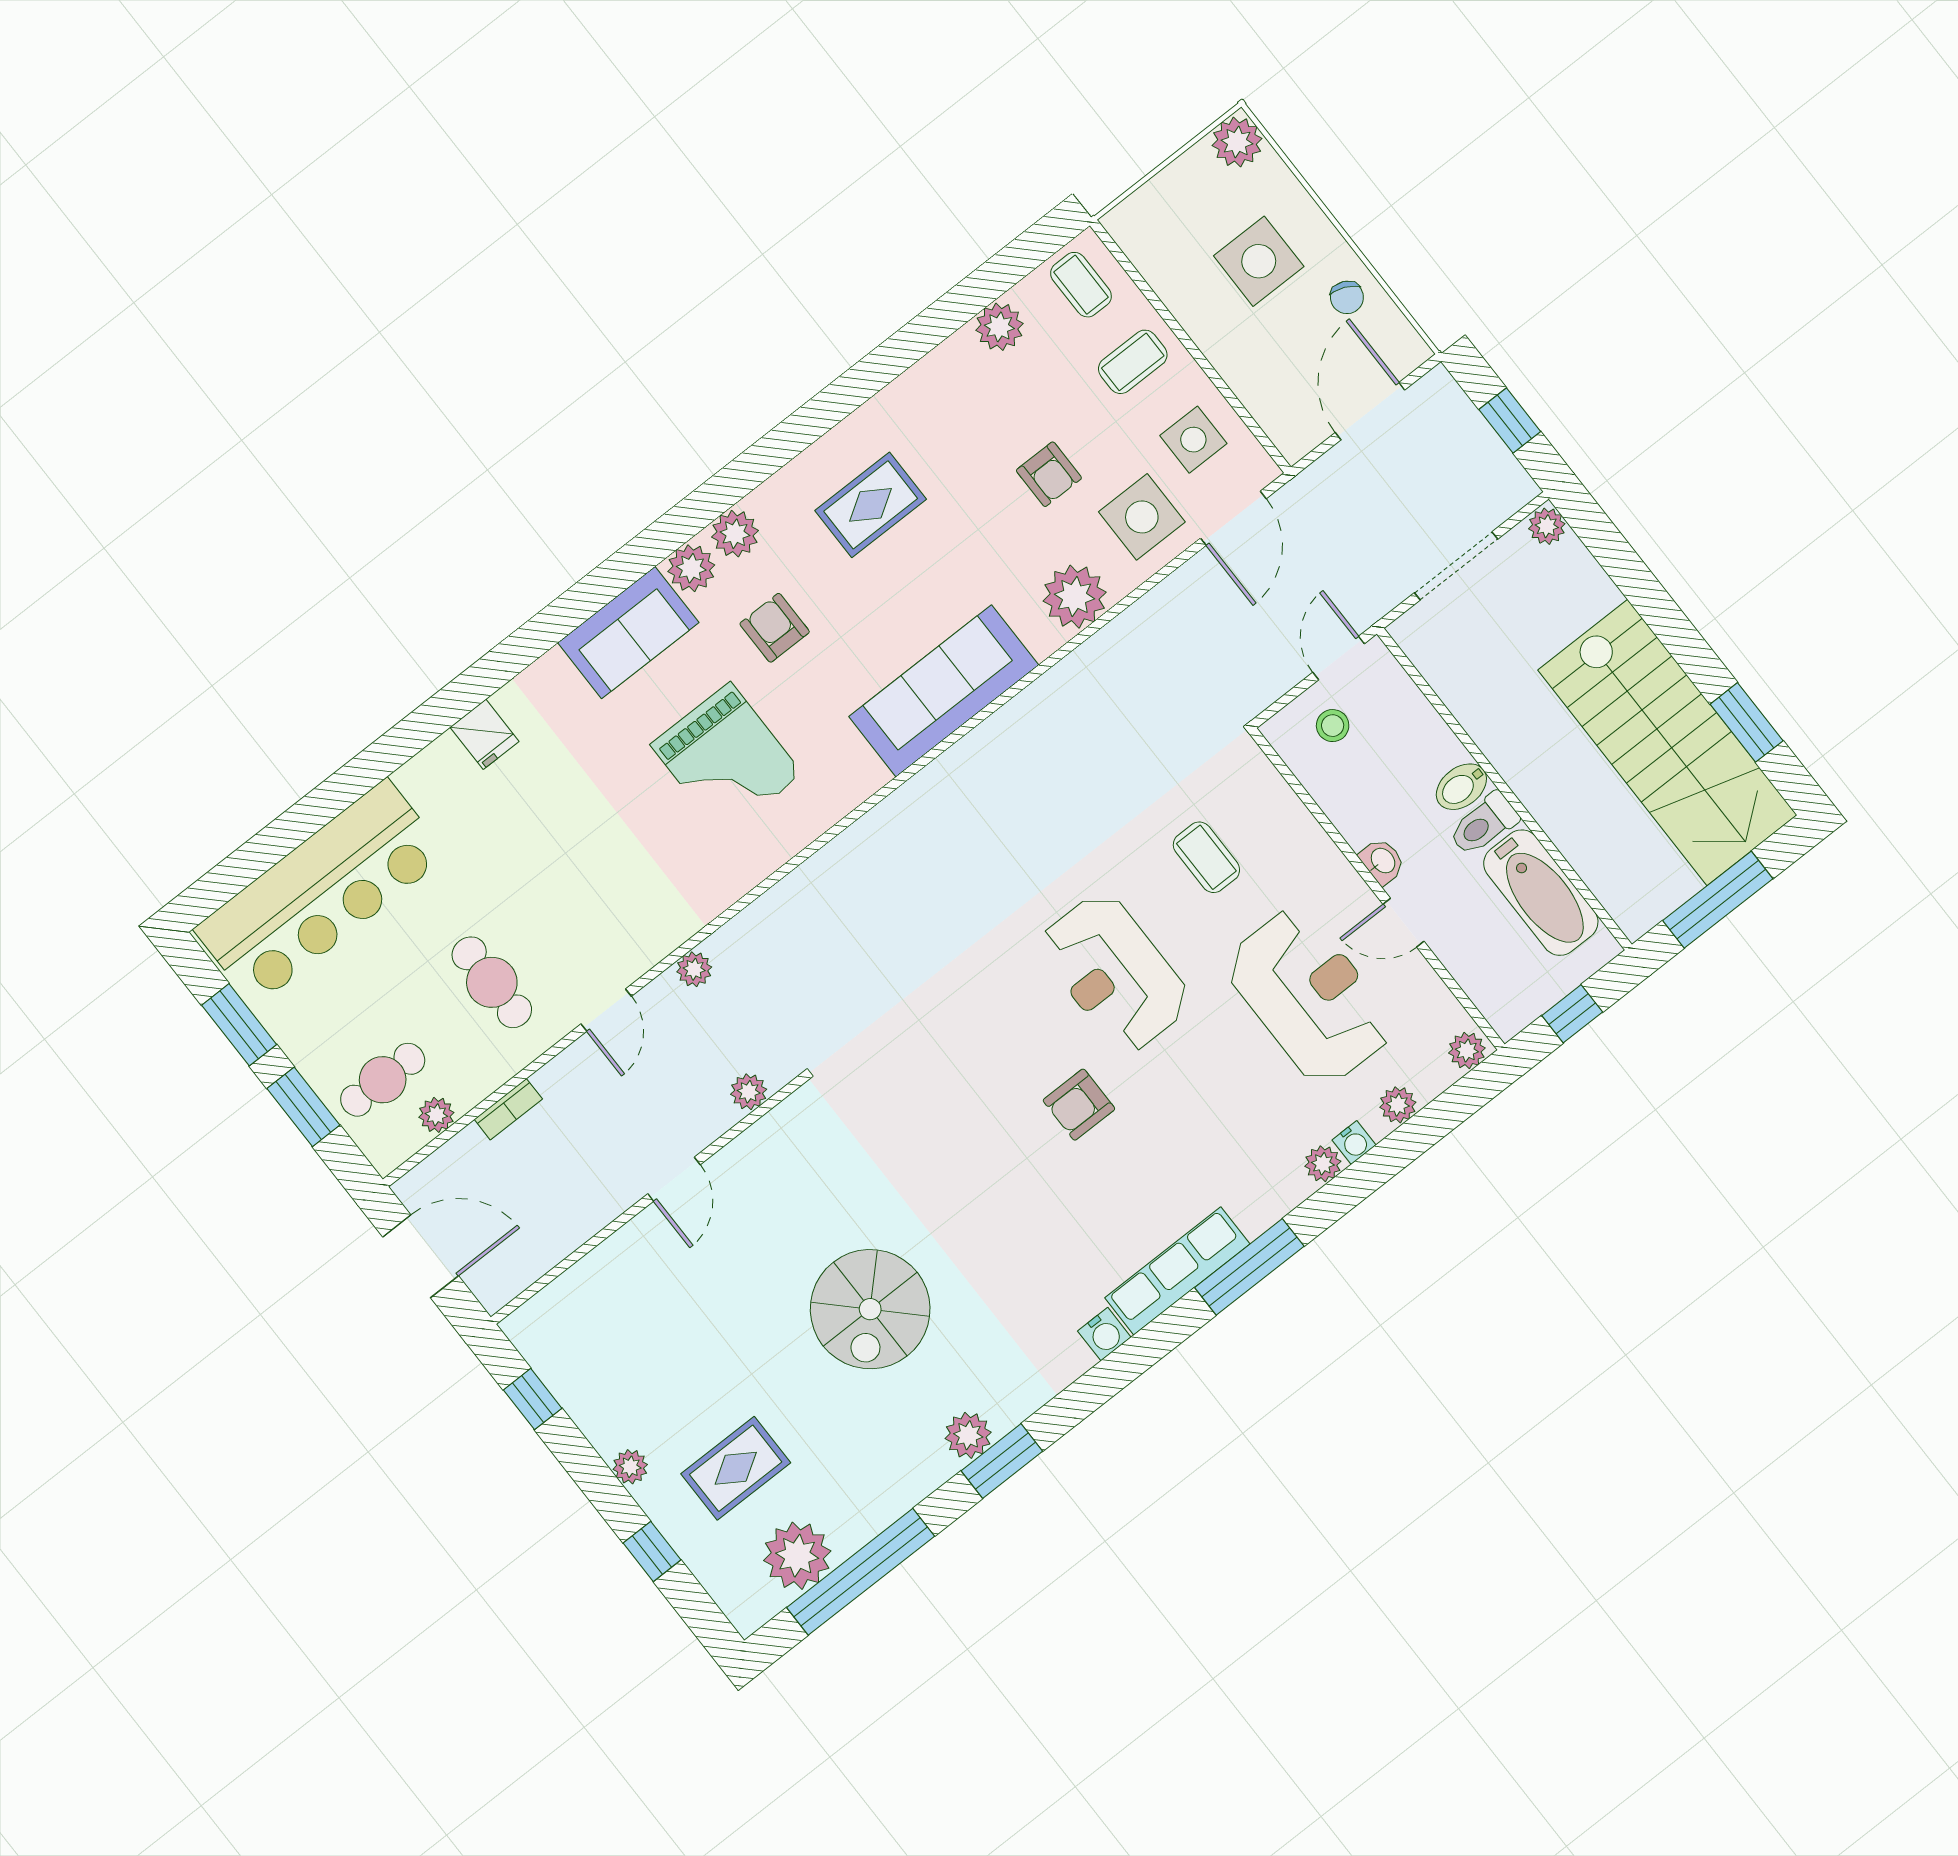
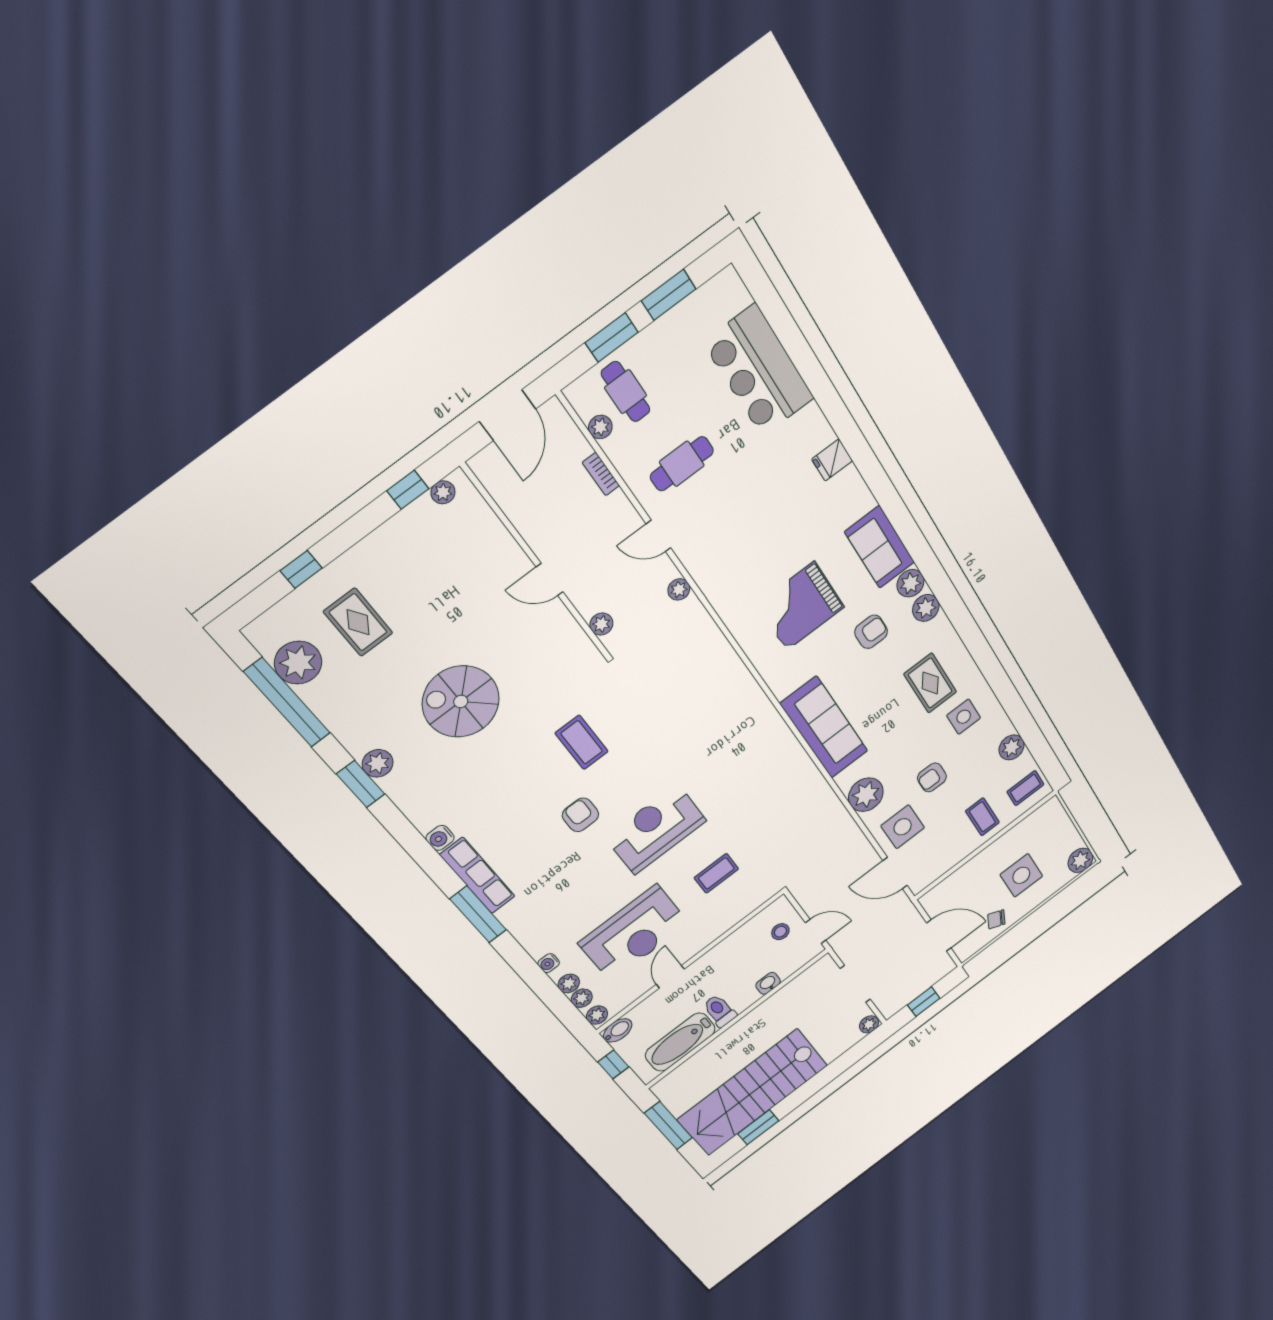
side table: (1193, 440) -> (964, 717), moved
bidet: (1461, 787) -> (618, 1030), moved, turned 90
washbasin: (1382, 861) -> (768, 983), moved, turned 180
bar counter: (321, 892) -> (759, 371), width x0.73
coffee table: (949, 1111) -> (582, 742), added
plant: (1323, 1164) -> (582, 998), moved
plant: (630, 1467) -> (443, 492), moved

